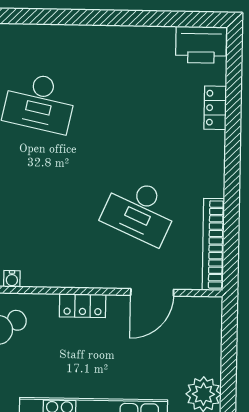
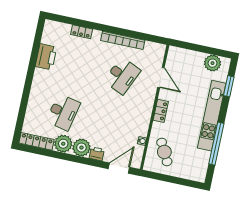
printer: (201, 45) -> (46, 57), moved
bookcase: (213, 245) -> (123, 40), moved

